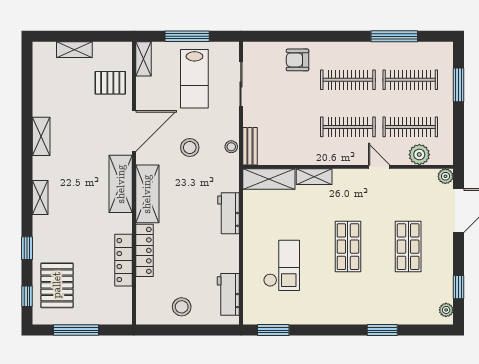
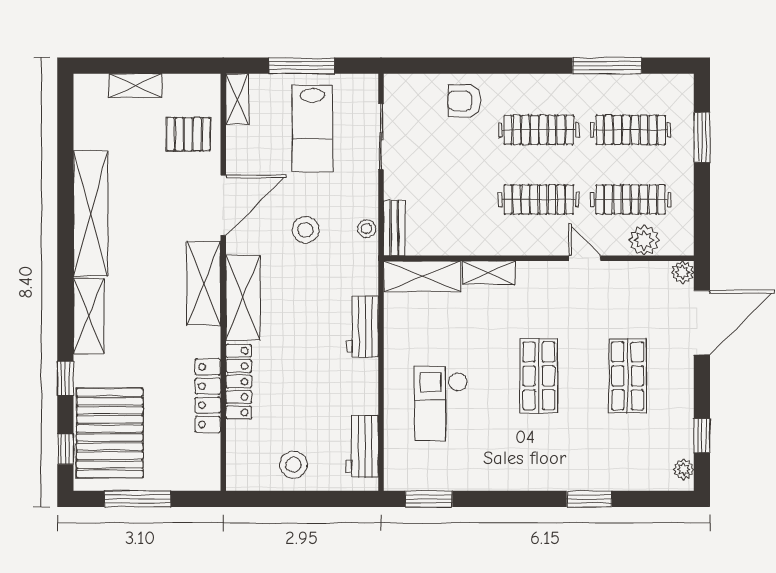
shelving: (41, 136) -> (91, 213), width x2.20, depth x1.33
shelving: (40, 197) -> (89, 316), width x1.50, depth x1.33
checkout: (282, 265) -> (441, 404), turned 180
pallet: (57, 285) -> (110, 433), width x1.37, depth x1.41

